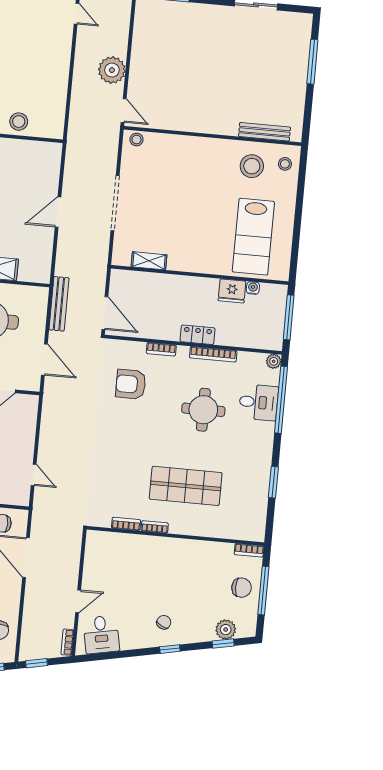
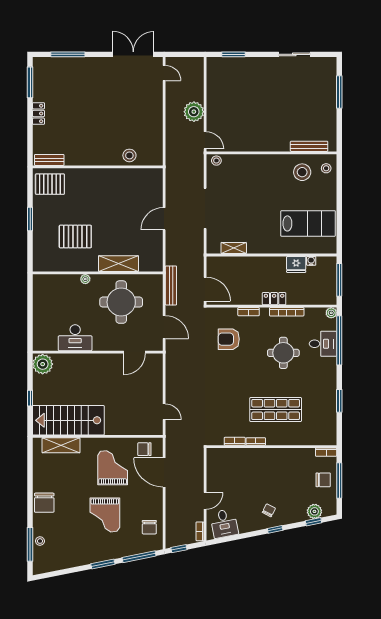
lab bench: (253, 237) -> (308, 223), turned -90

